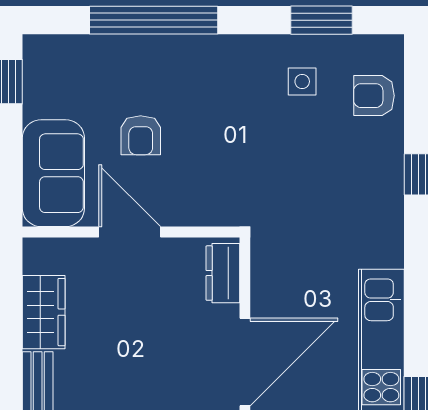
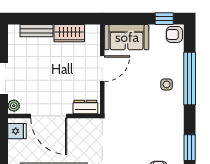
side table: (302, 81) -> (167, 84), moved
armchair: (141, 135) -> (174, 34), moved

